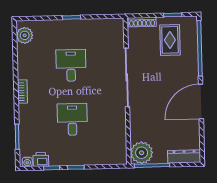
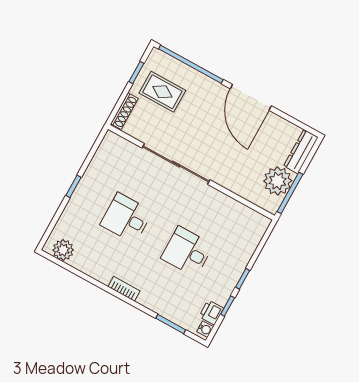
plant: (142, 153) -> (278, 181), moved

